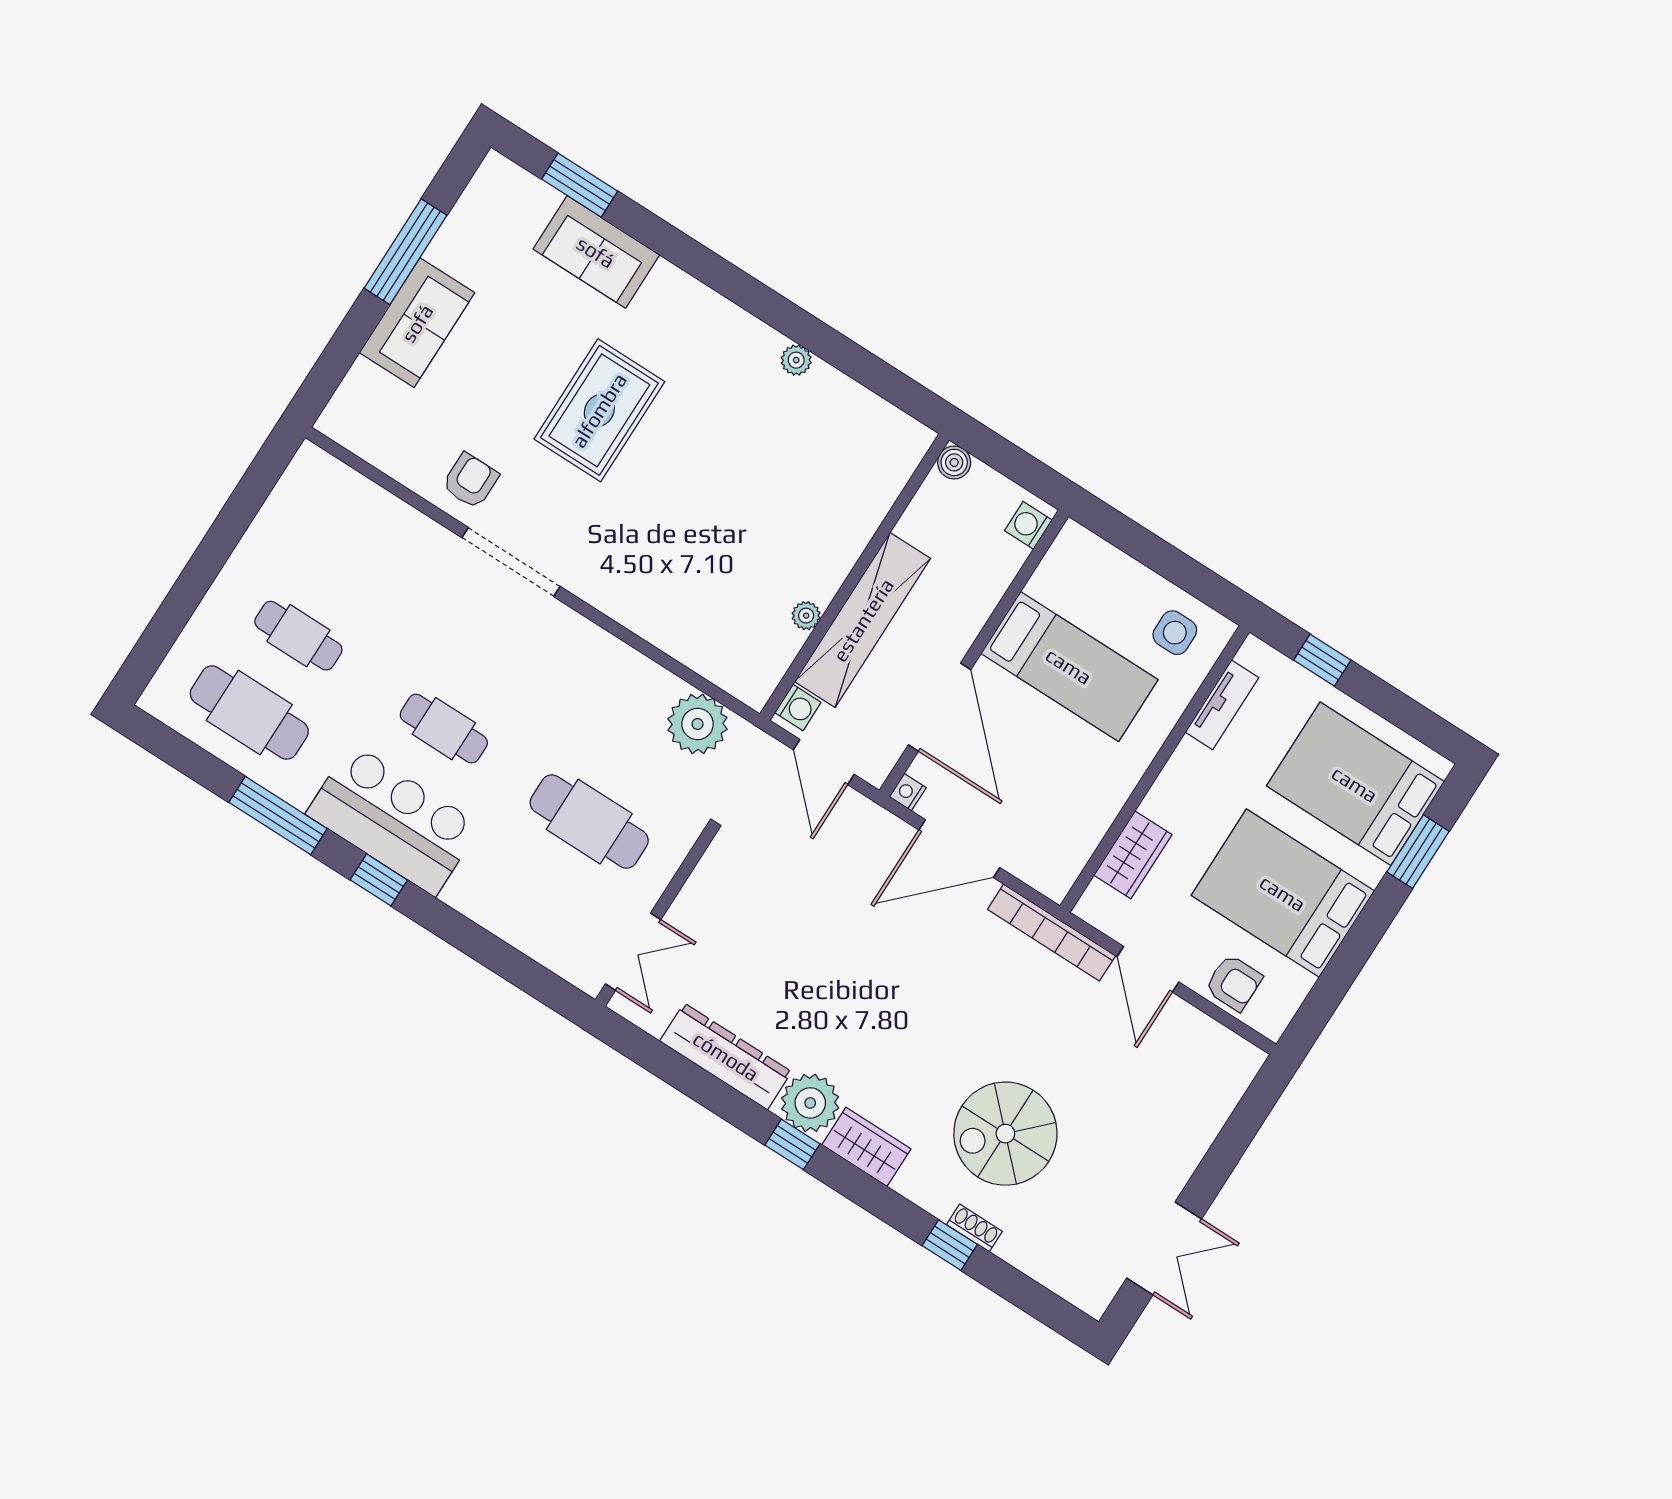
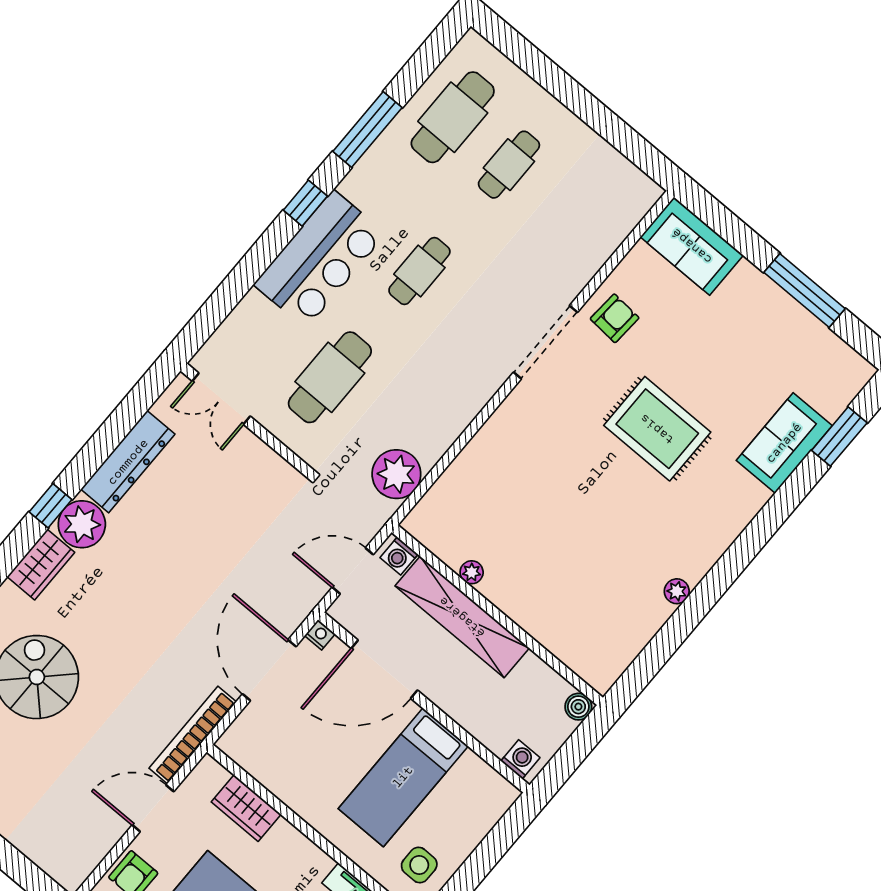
sofa: (417, 323) -> (692, 246), moved
armchair: (470, 481) -> (615, 318), turned -86
bar counter: (393, 820) -> (320, 259), moved

